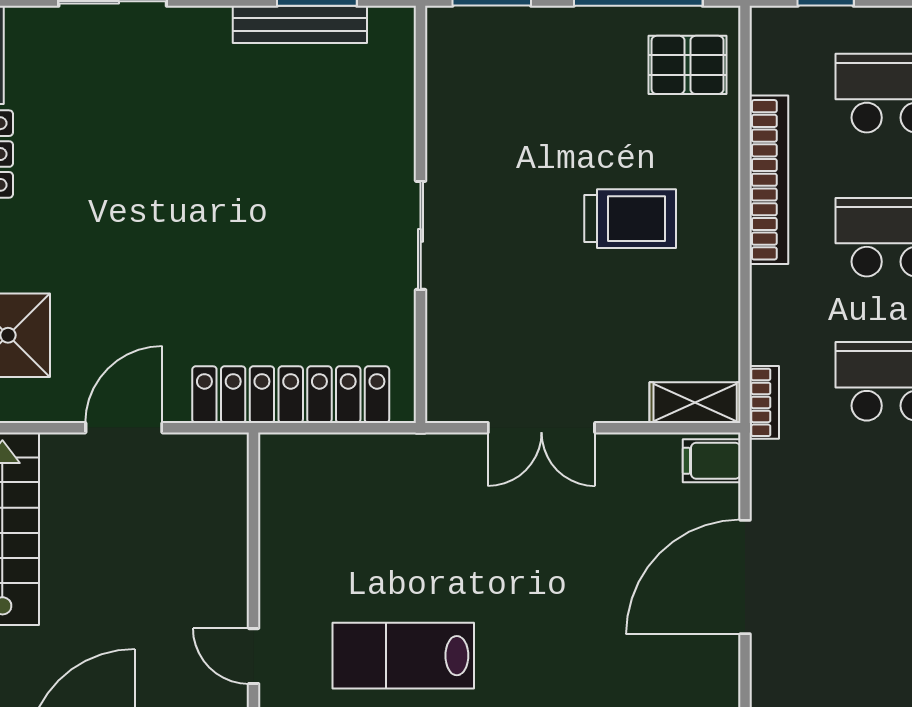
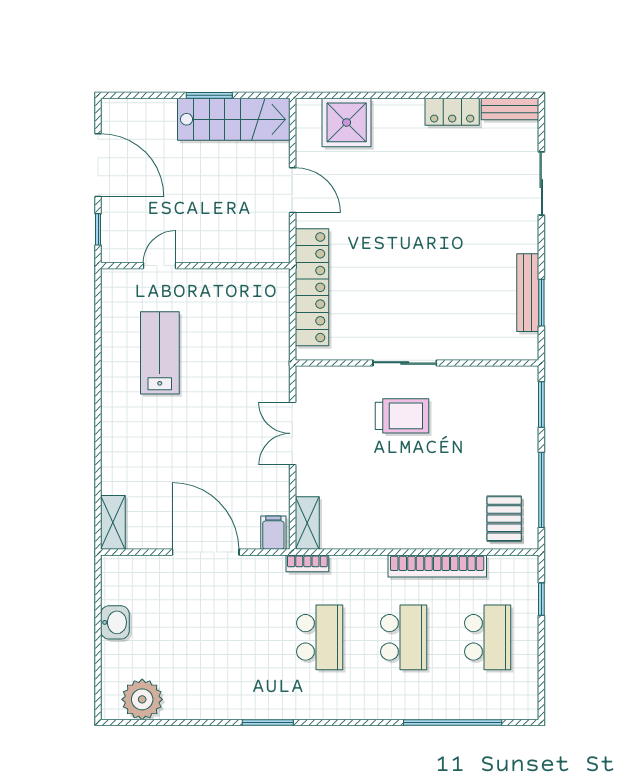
trolley: (630, 219) -> (402, 416), moved, turned -90

